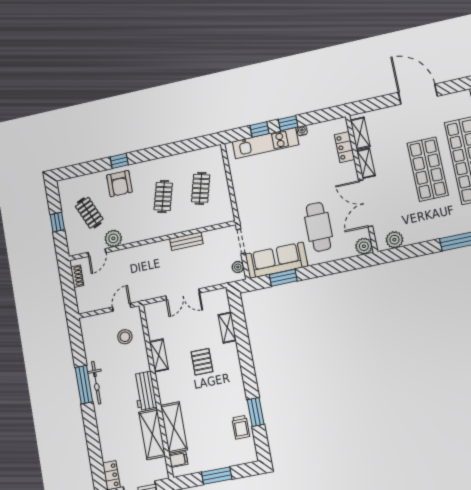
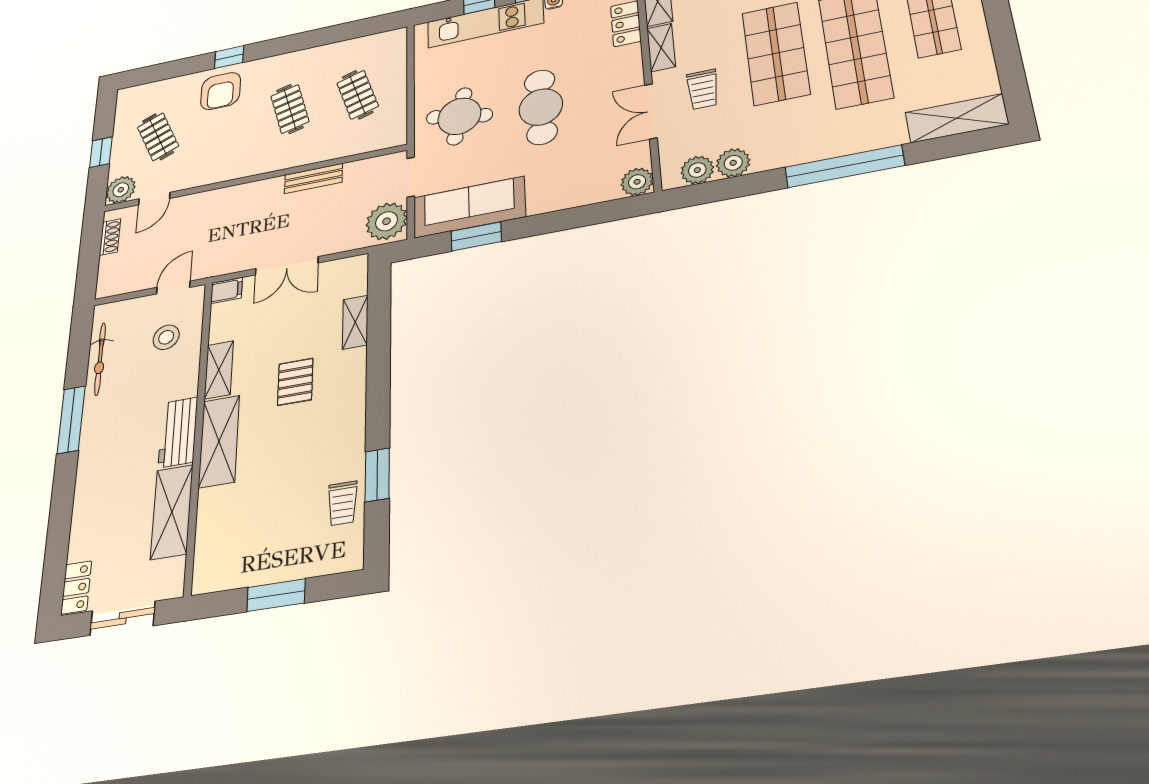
clothes rail: (201, 188) -> (358, 95), turned -33
trolley: (392, 190) -> (703, 89), added
clothes rail: (163, 197) -> (290, 109), turned -30
double door: (366, 203) -> (651, 111), width x0.73
round table: (261, 204) -> (459, 116), added
cafe table: (318, 227) -> (541, 107), moved
plant: (413, 236) -> (733, 163), added
plant: (113, 238) -> (121, 190), moved
plant: (238, 267) -> (387, 221), width x1.87, depth x1.87
bicycle: (96, 383) -> (100, 359), moved
shelving: (174, 427) -> (219, 441), moved
filing cabinet: (178, 460) -> (226, 290), moved

